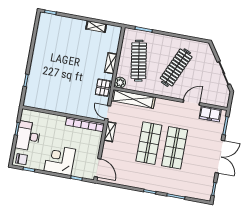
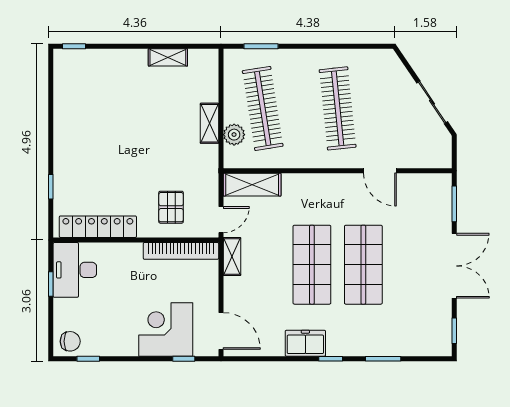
clothes rail: (176, 68) -> (338, 108), turned -30
plant: (120, 83) -> (234, 135), moved
pallet: (103, 88) -> (171, 207), moved
shelving: (133, 99) -> (252, 185), width x0.68
door: (191, 102) -> (380, 171), swing flipped
locker: (46, 105) -> (98, 227), added
door: (108, 112) -> (221, 220), swing flipped
freezer: (210, 114) -> (305, 343), moved, turned 180
desk: (28, 136) -> (75, 270), moved
corner desk: (60, 160) -> (166, 329), moved

